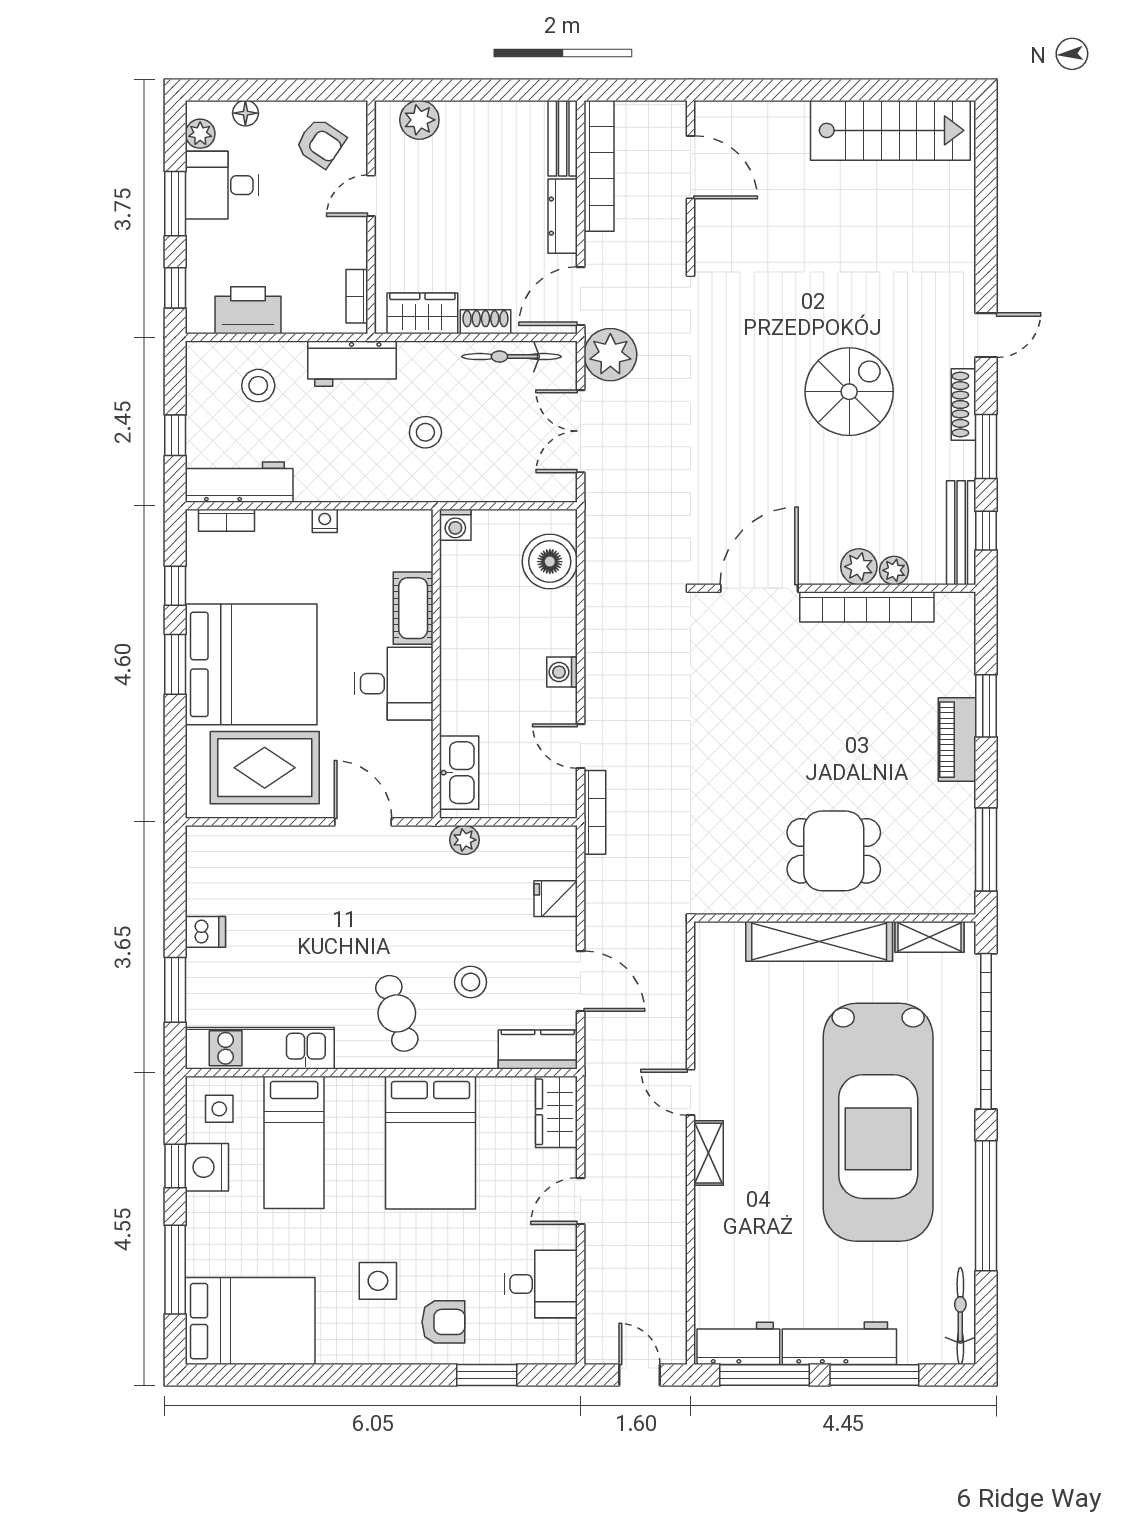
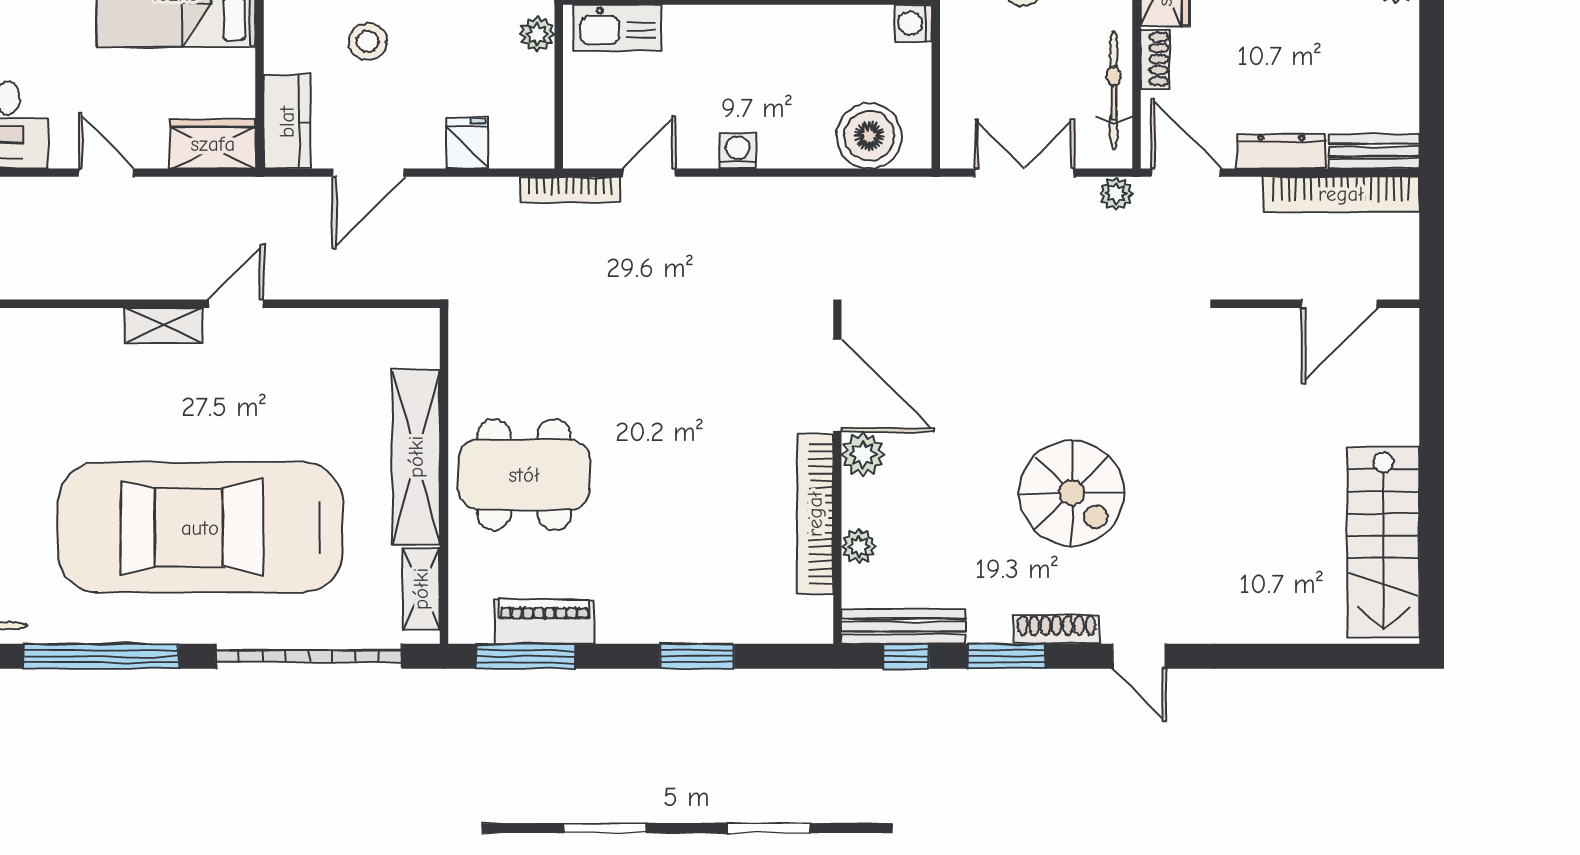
plant: (610, 355) -> (1116, 193), width x0.53, depth x0.53
plant: (859, 567) -> (863, 454), moved
piano: (957, 740) -> (544, 622), moved
dining table: (834, 851) -> (524, 475), width x1.38

